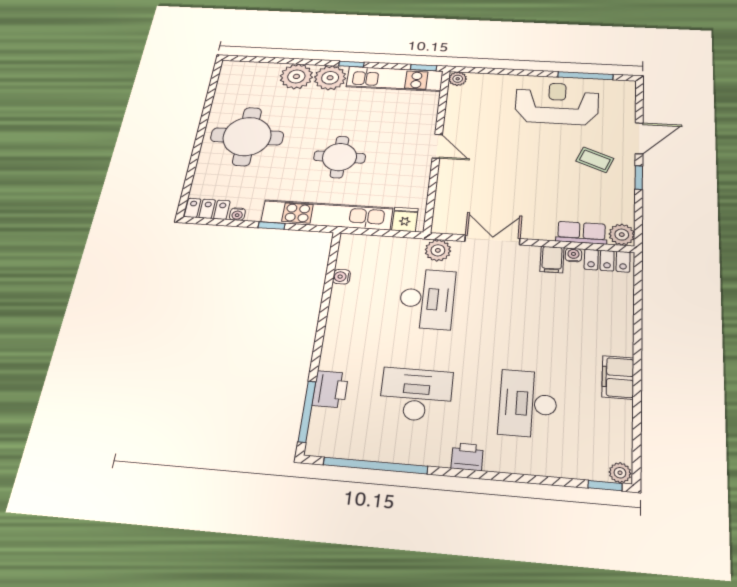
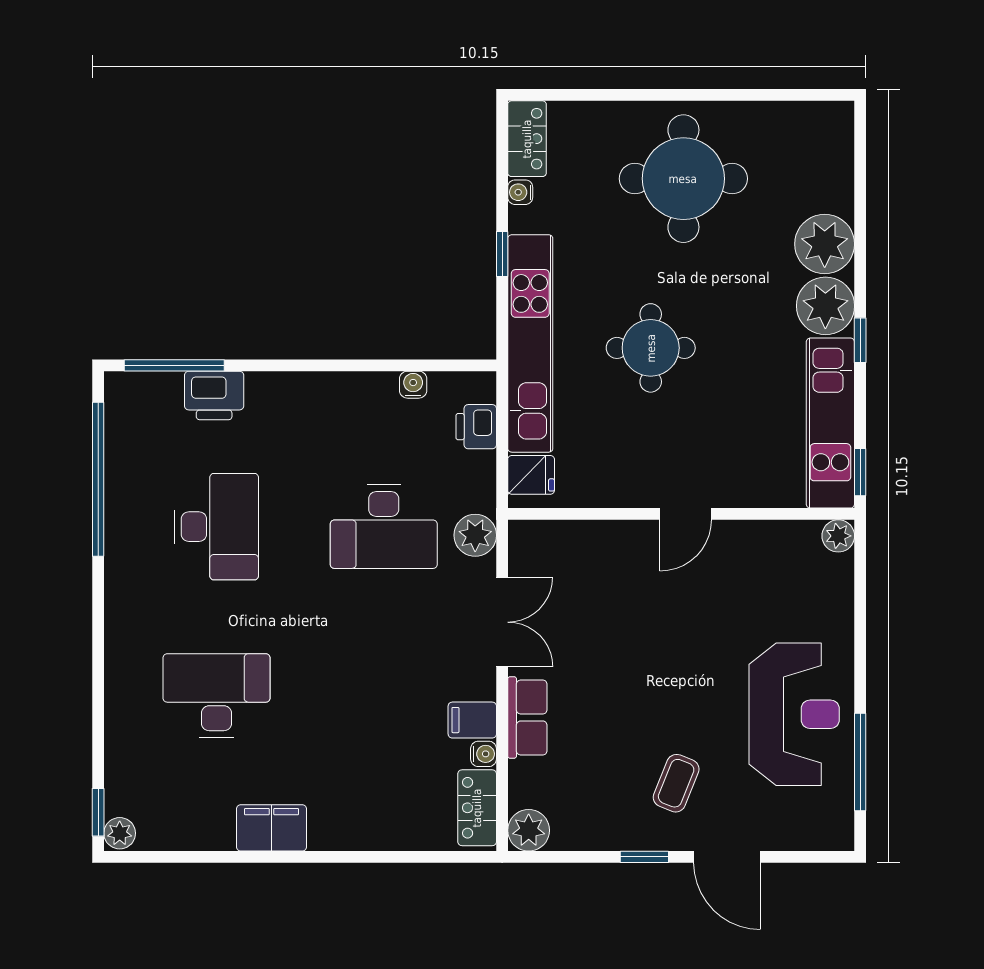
row of seats: (581, 233) -> (527, 717), moved
printer: (467, 457) -> (476, 427), moved, turned 180

